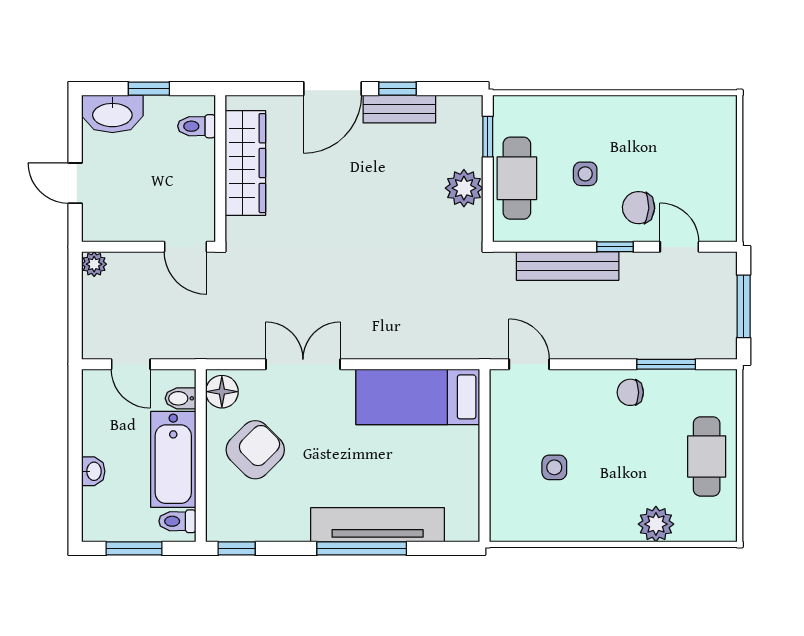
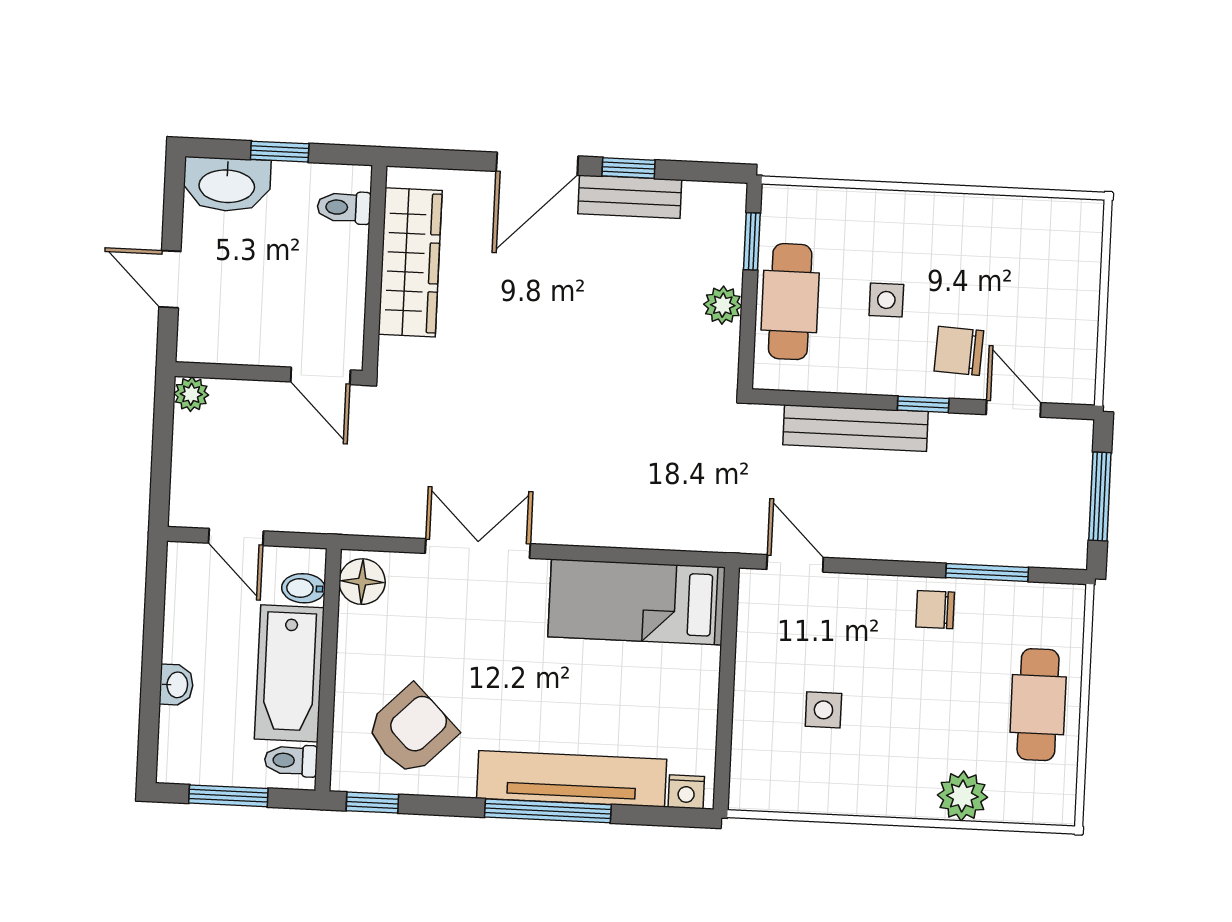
plant: (464, 188) -> (723, 305), width x0.73, depth x0.73
armchair: (255, 450) -> (411, 730), moved
nightstand: (459, 530) -> (686, 792), added

